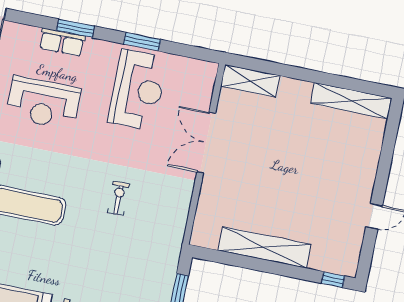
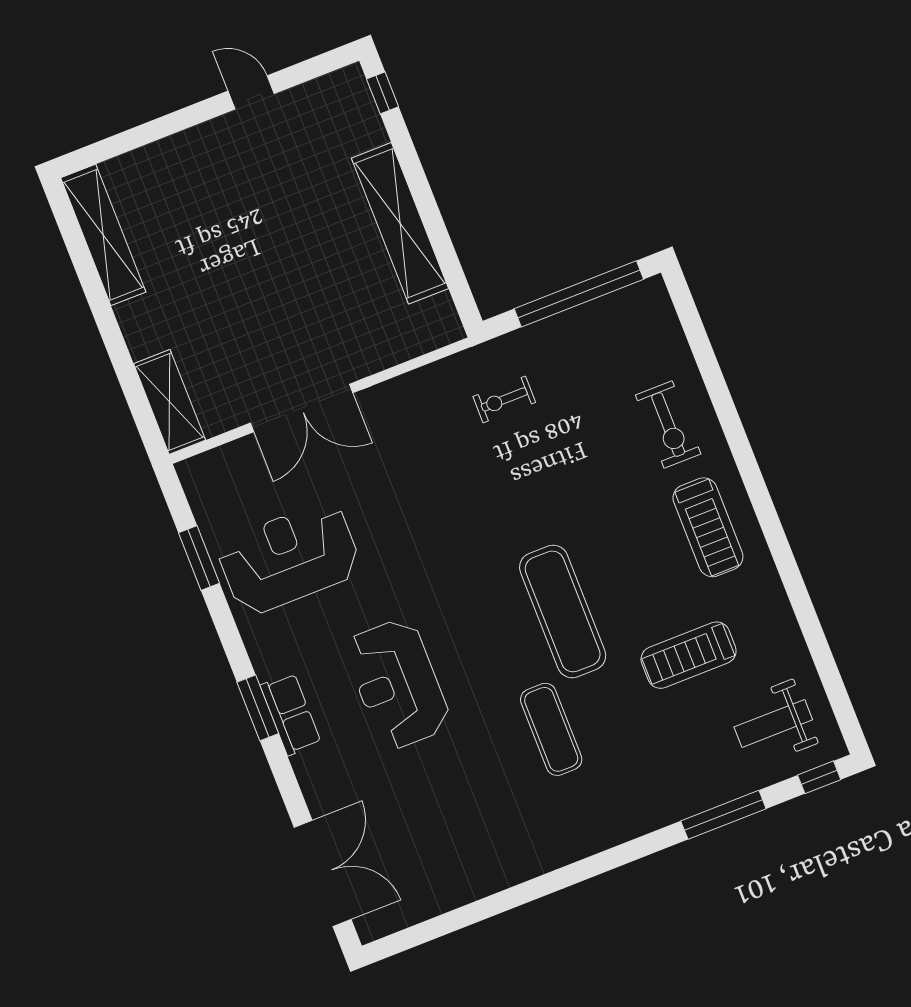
window: (142, 42) -> (199, 558), moved
reception desk: (43, 103) -> (397, 684), turned 180
exercise bike: (118, 198) -> (504, 399), moved

